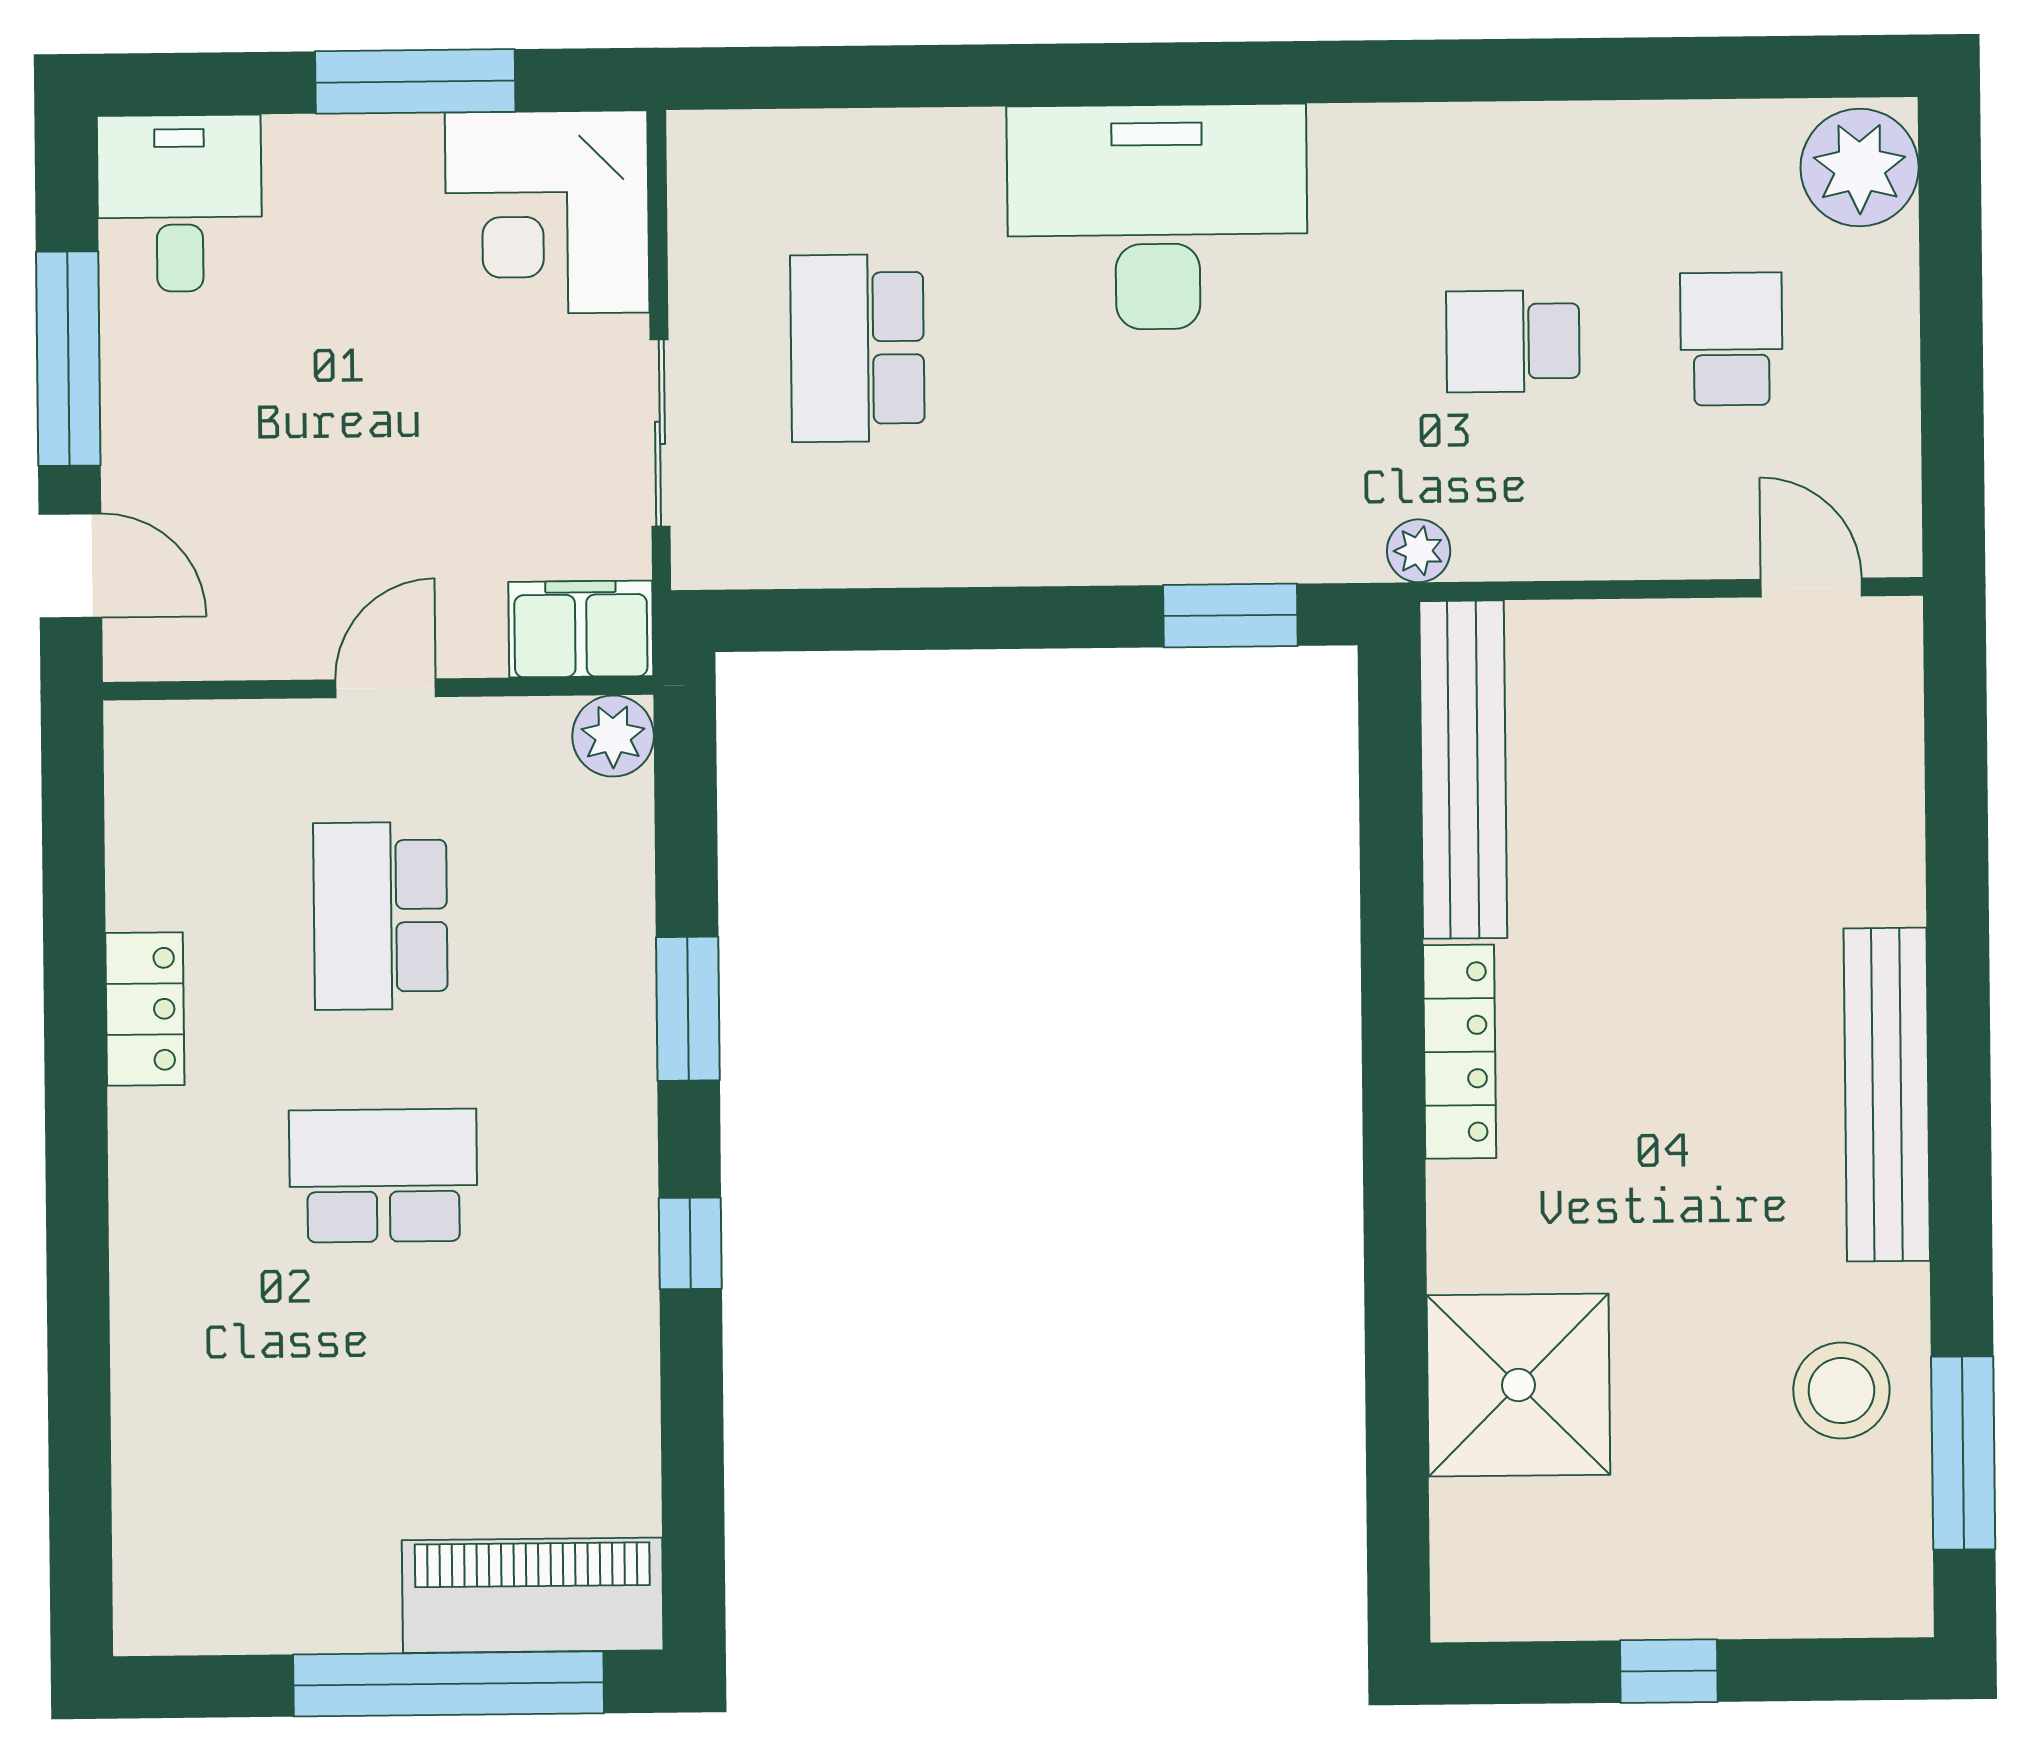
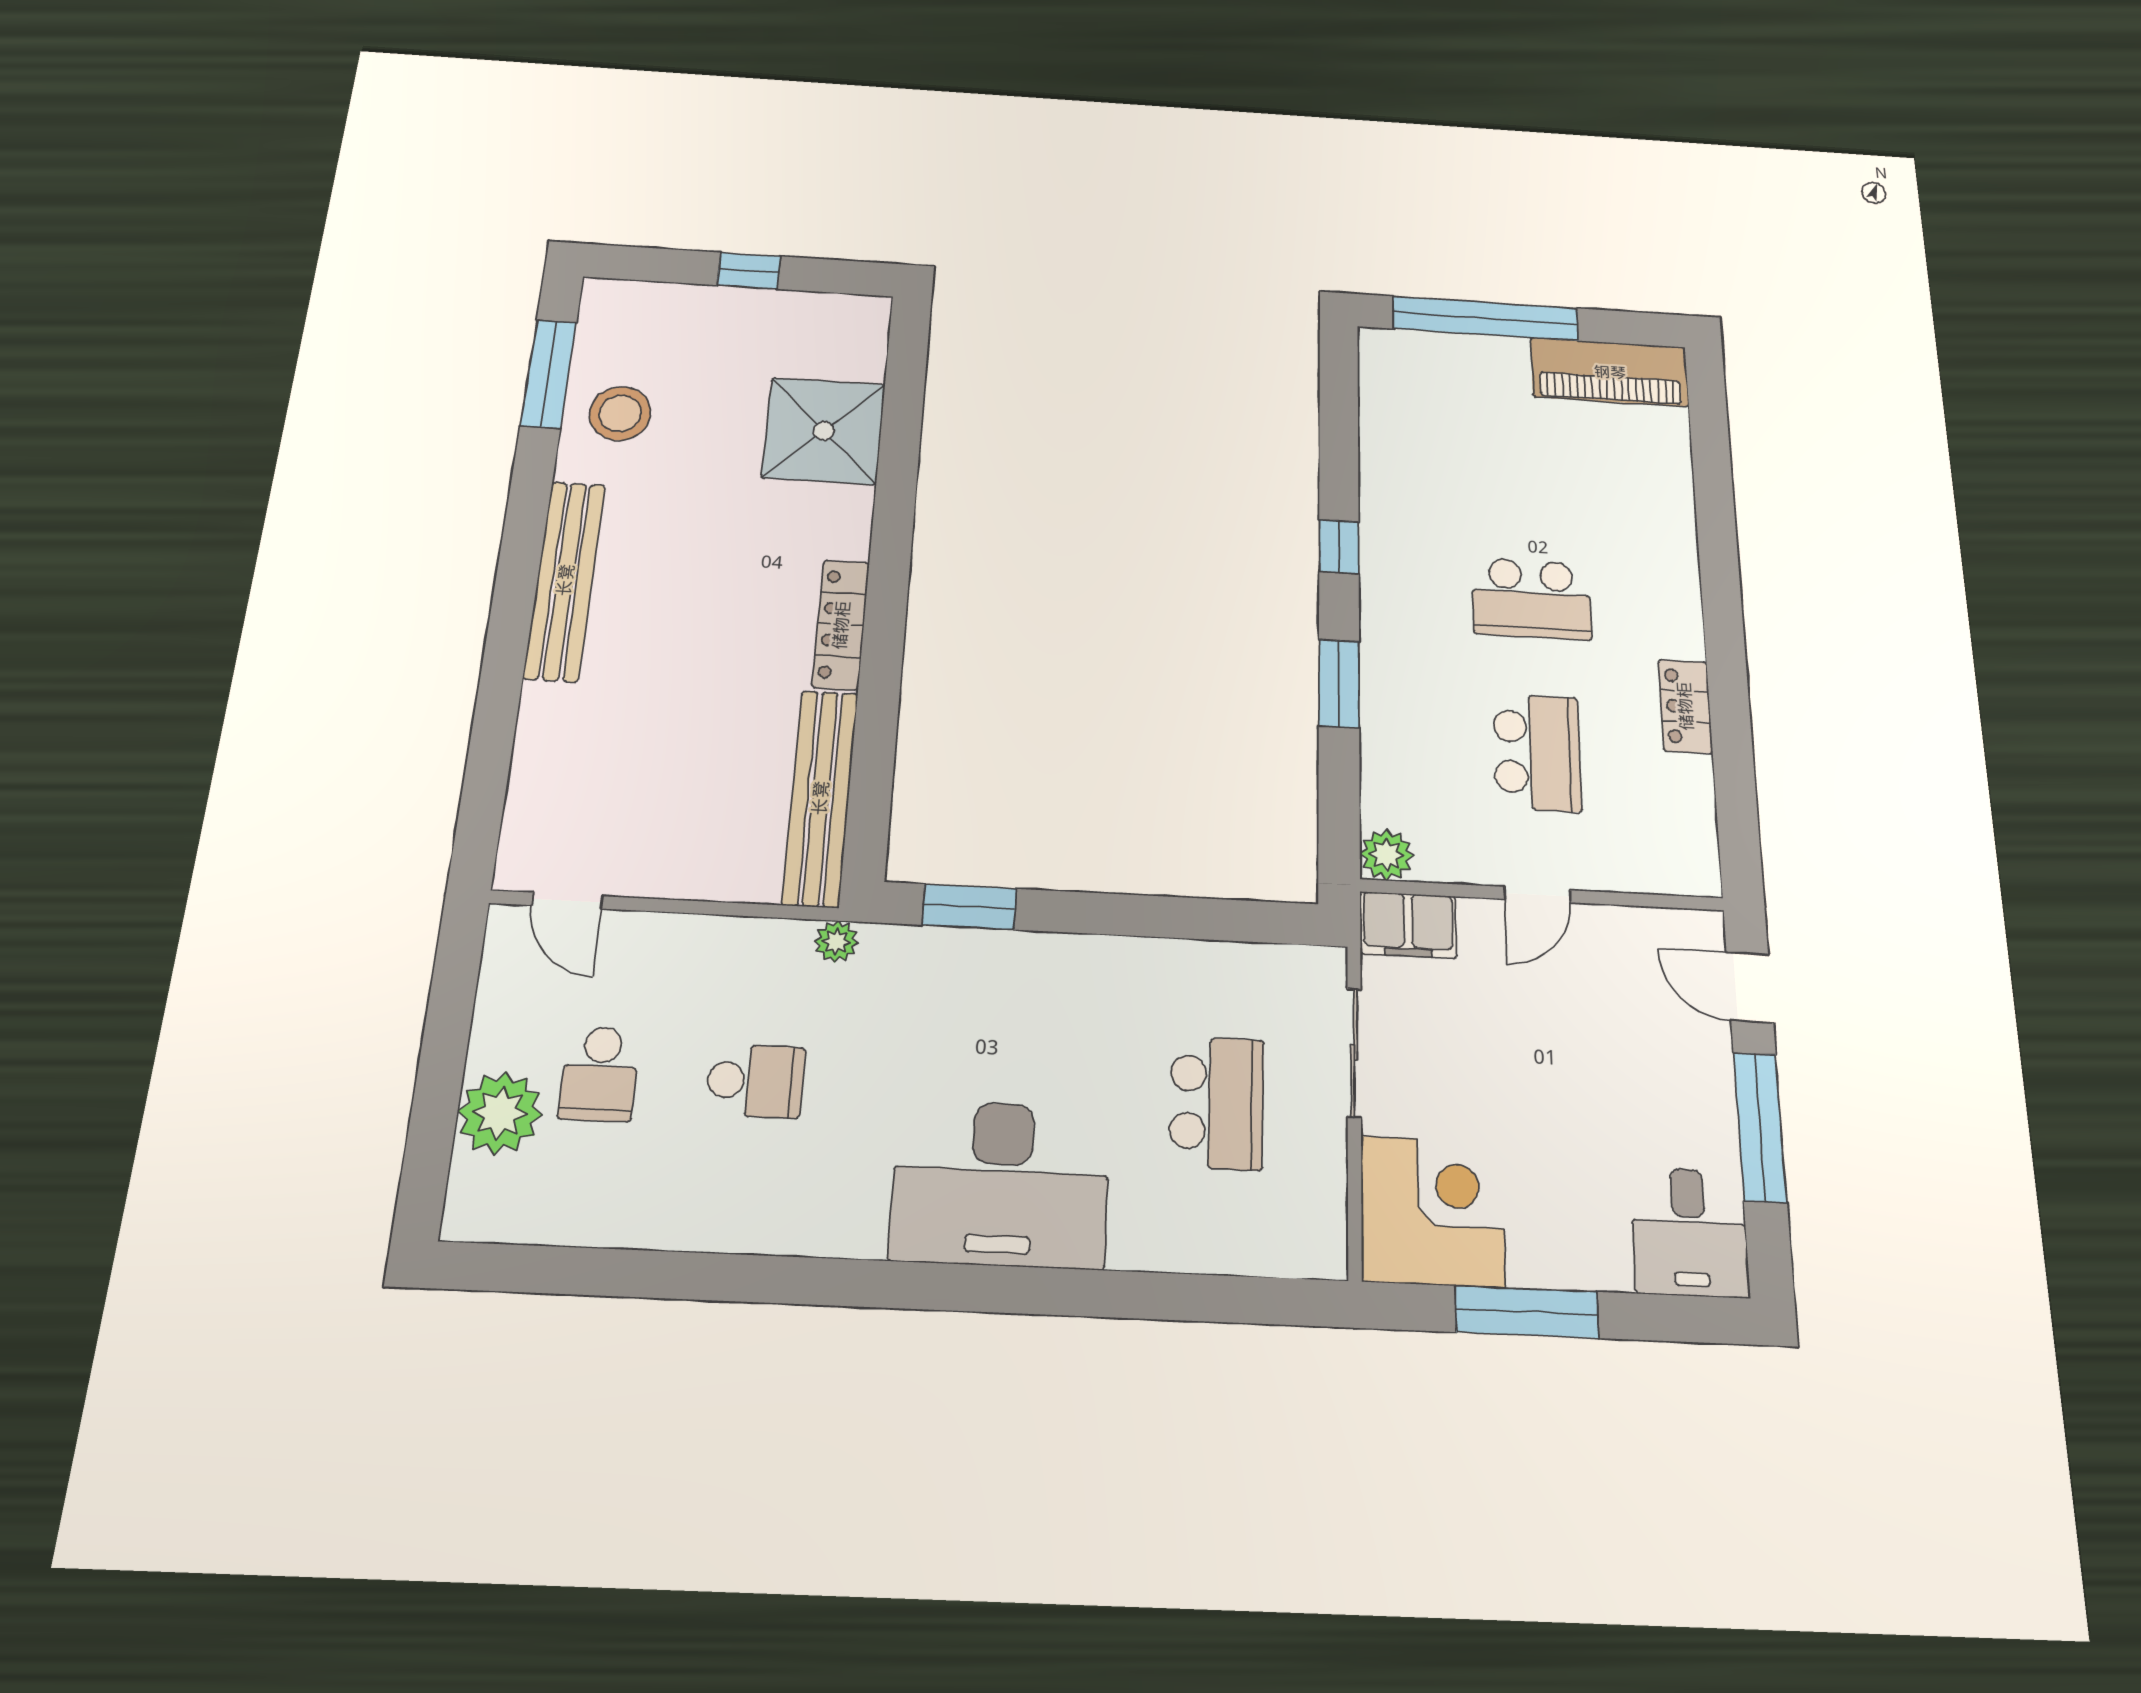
plant: (1860, 168) -> (500, 1113), moved
piano: (533, 1595) -> (1610, 372), moved

